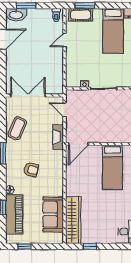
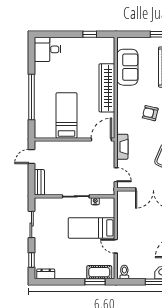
bed: (113, 31) -> (92, 228), moved, turned -90
door: (64, 40) -> (116, 246), swing flipped
wardrobe: (73, 220) -> (107, 88), moved

